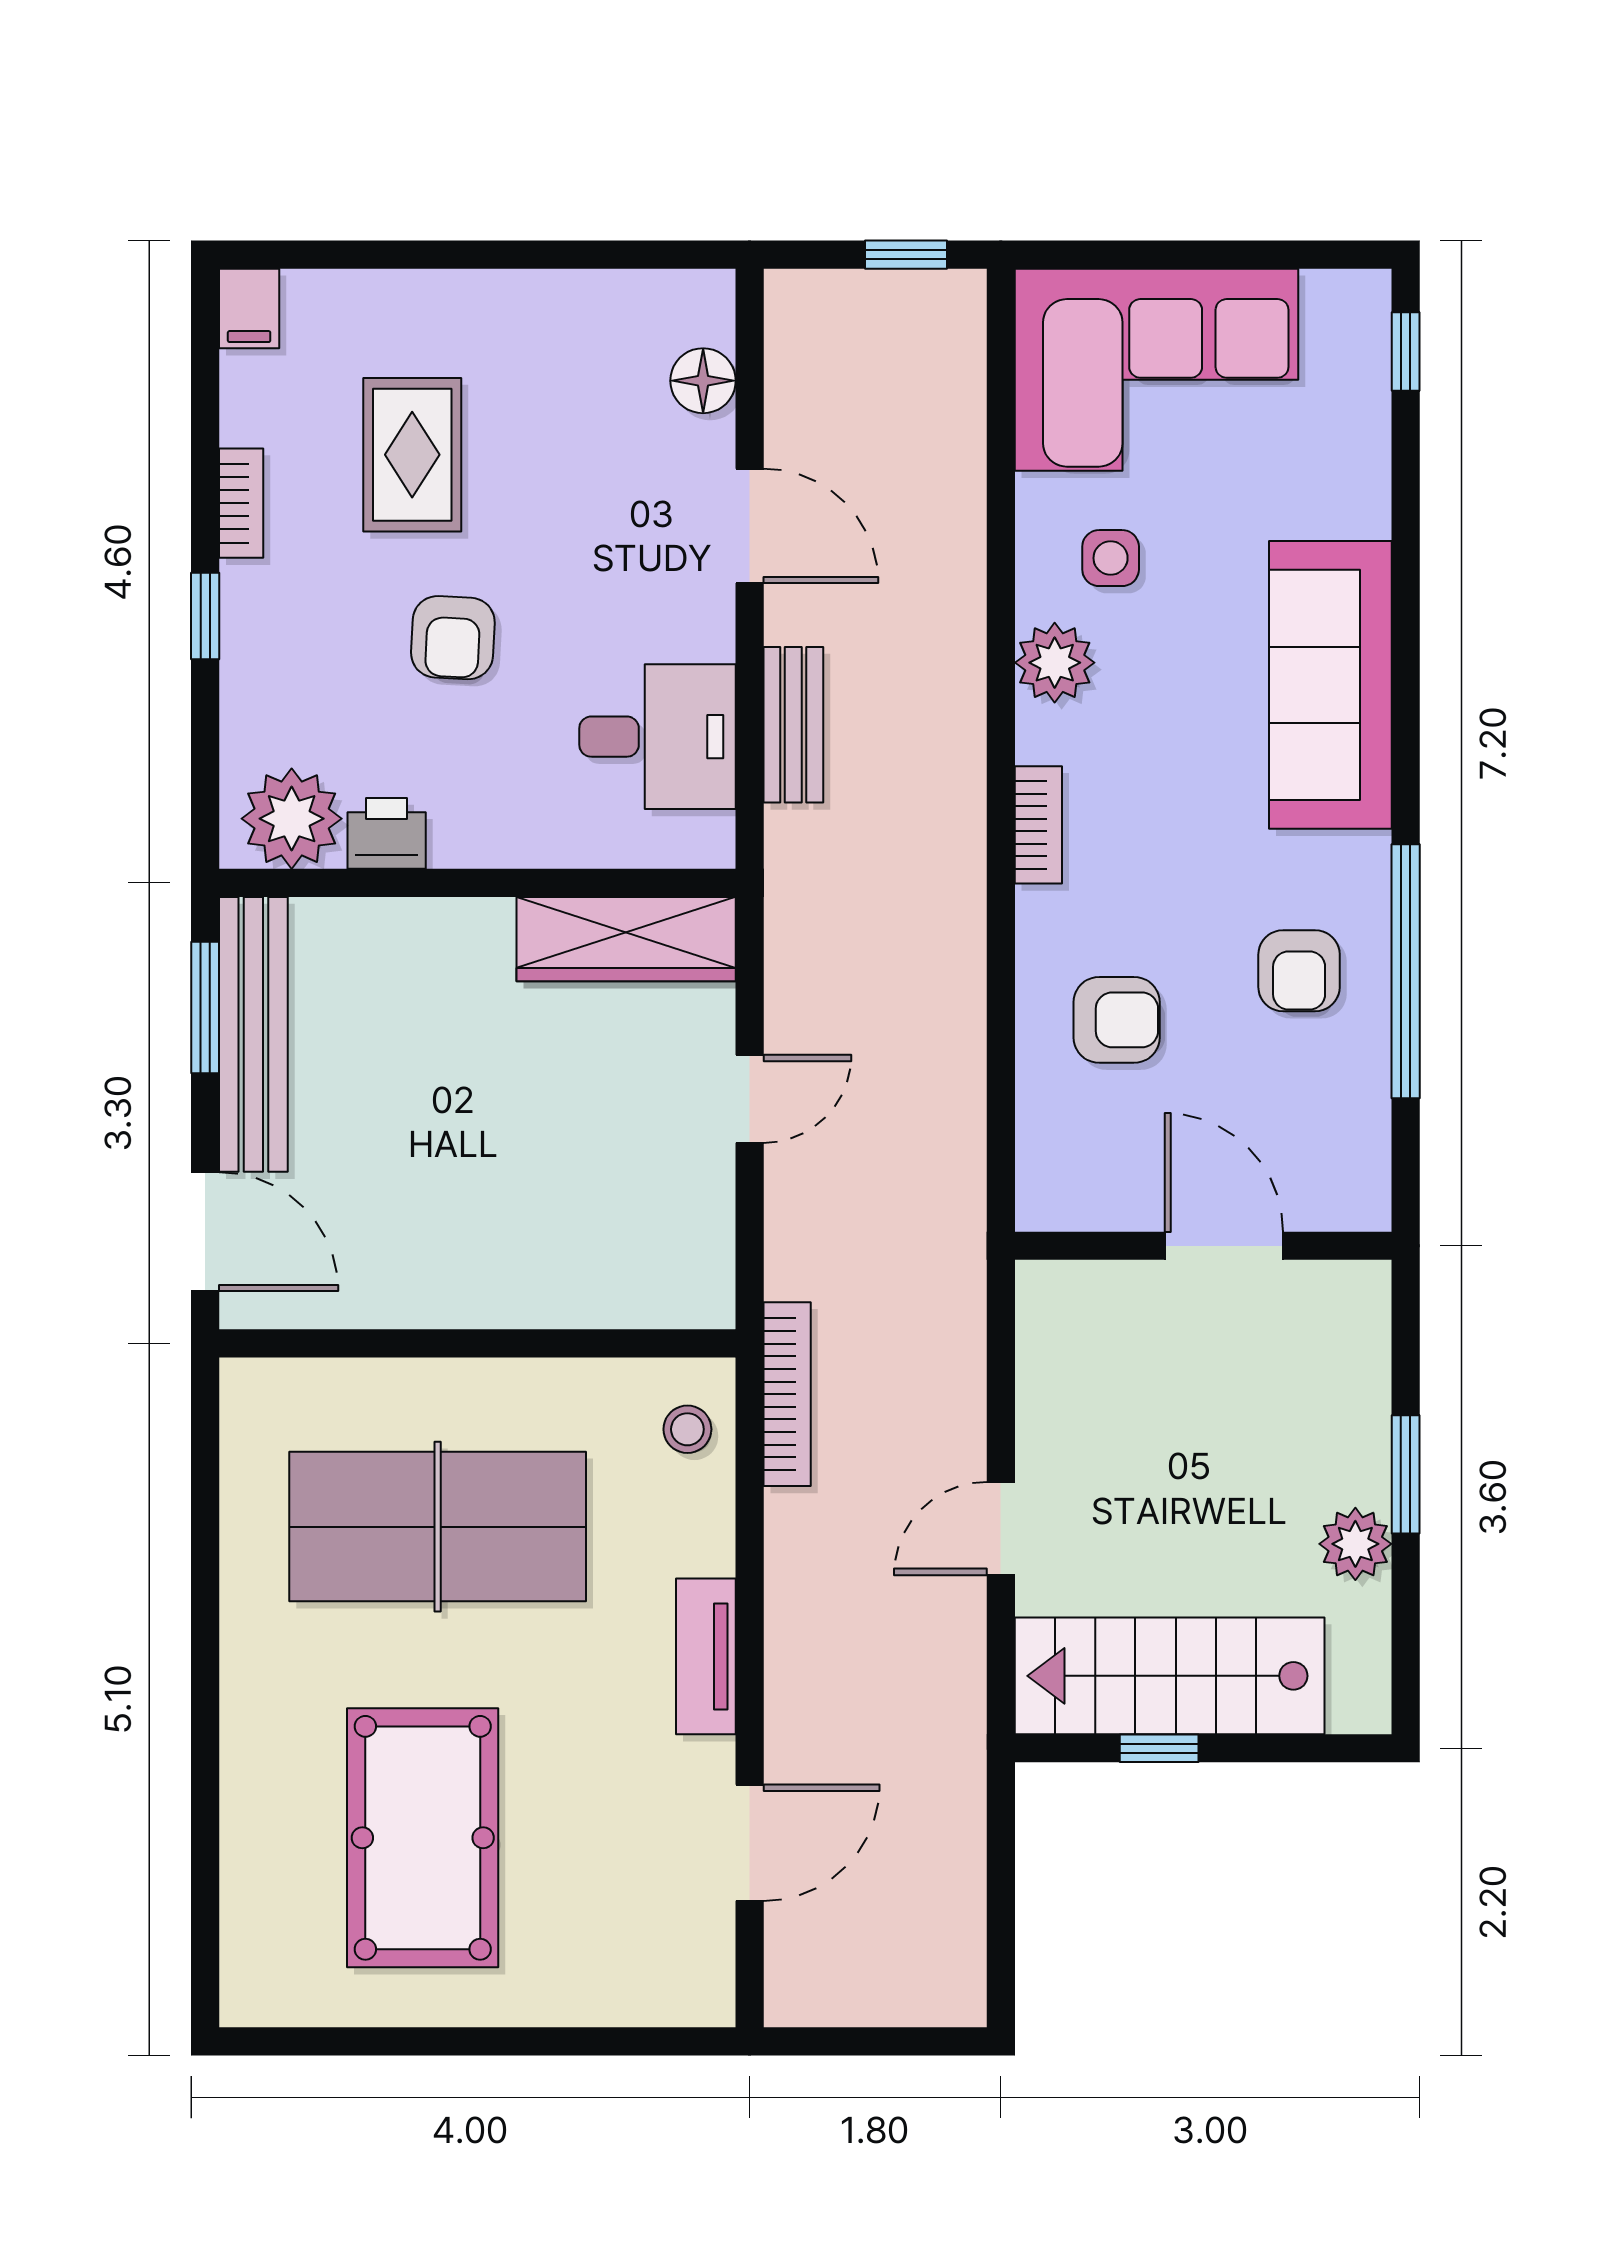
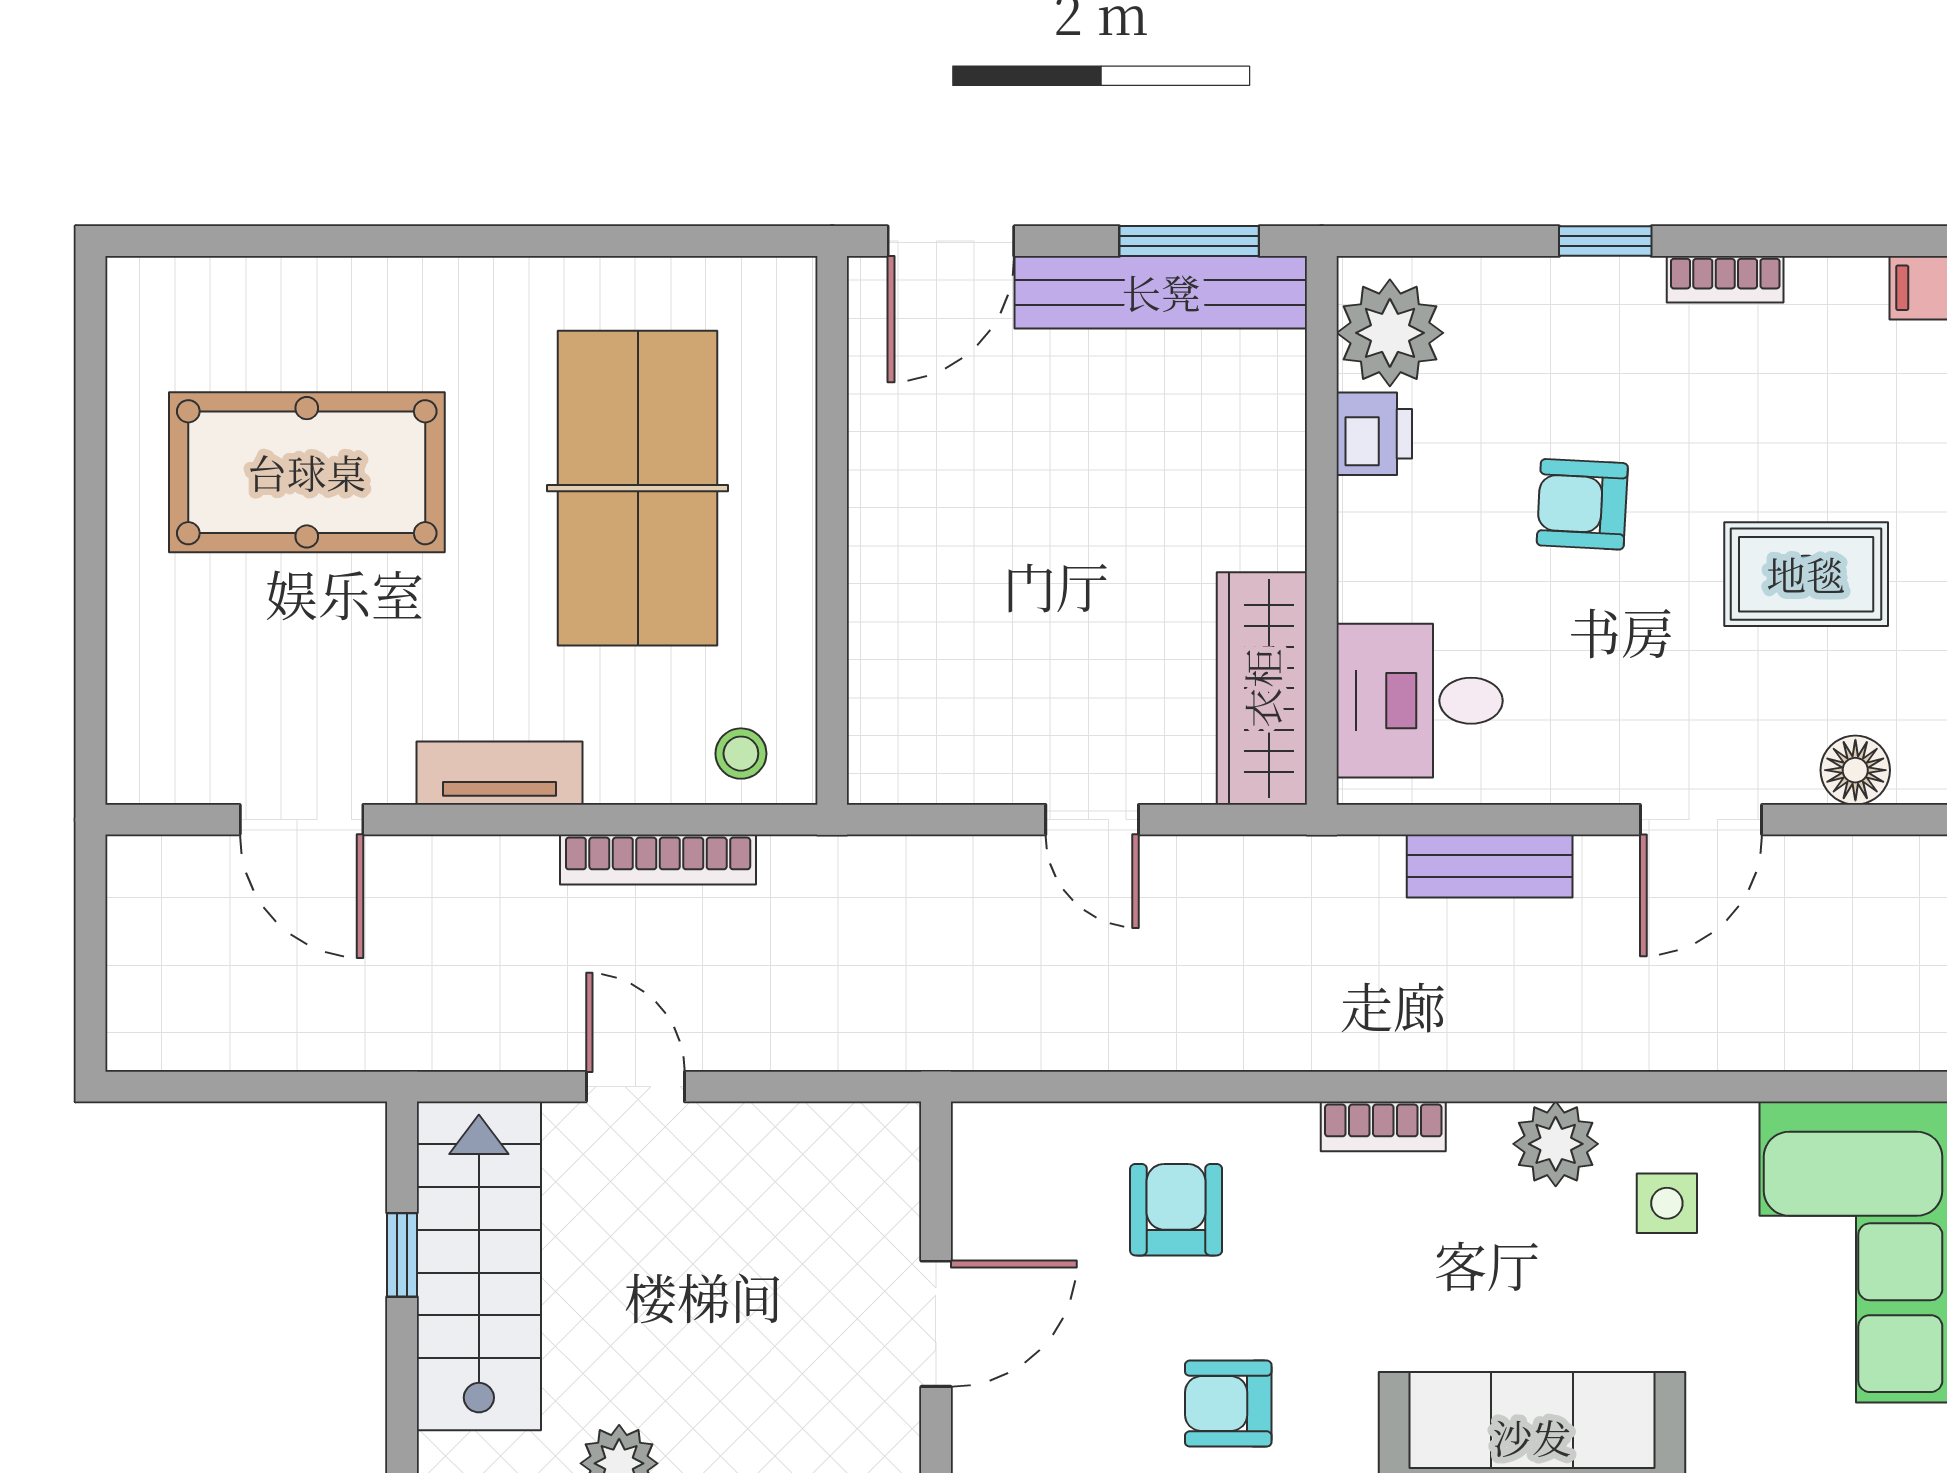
rug: (412, 455) -> (1806, 574), moved
desk: (657, 737) -> (1420, 701), moved, turned 90
armchair: (1117, 1020) -> (1176, 1210), turned 180
bookcase: (787, 1394) -> (658, 859), moved

